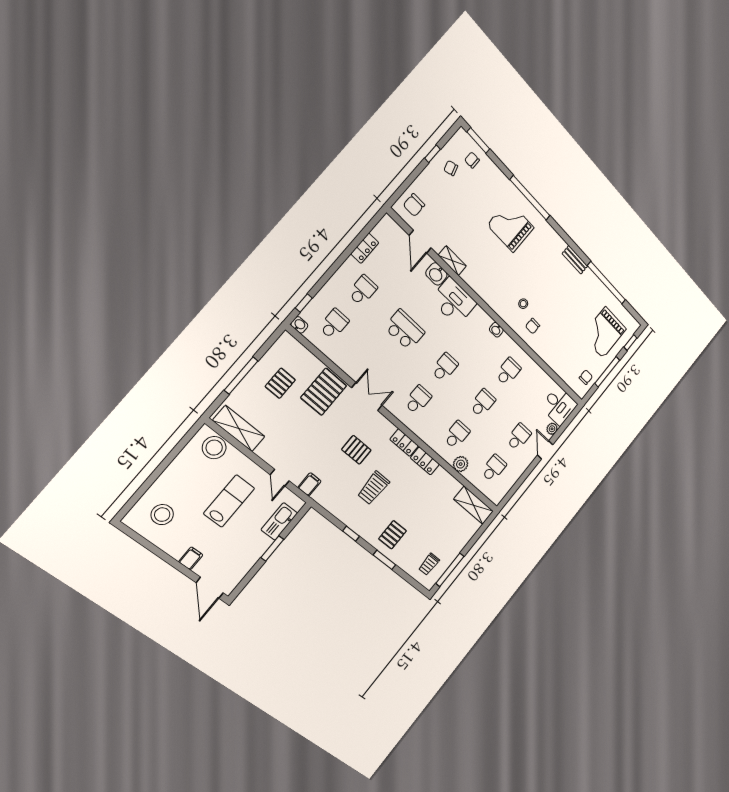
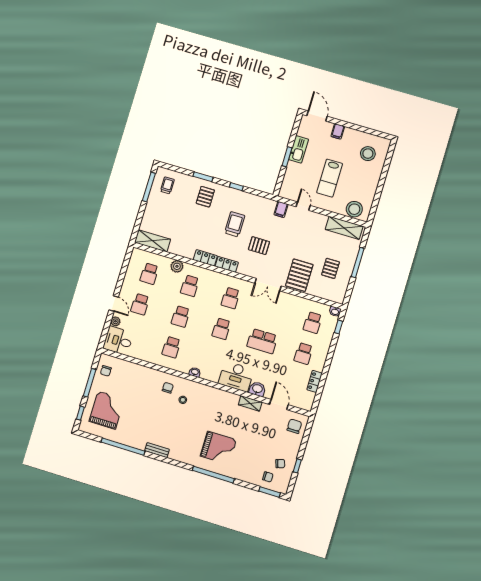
kitchen sink: (279, 521) -> (299, 149), moved

